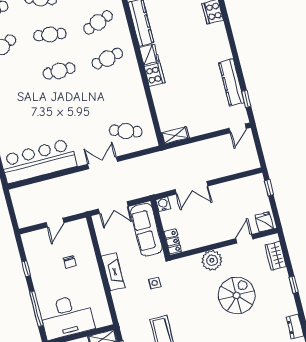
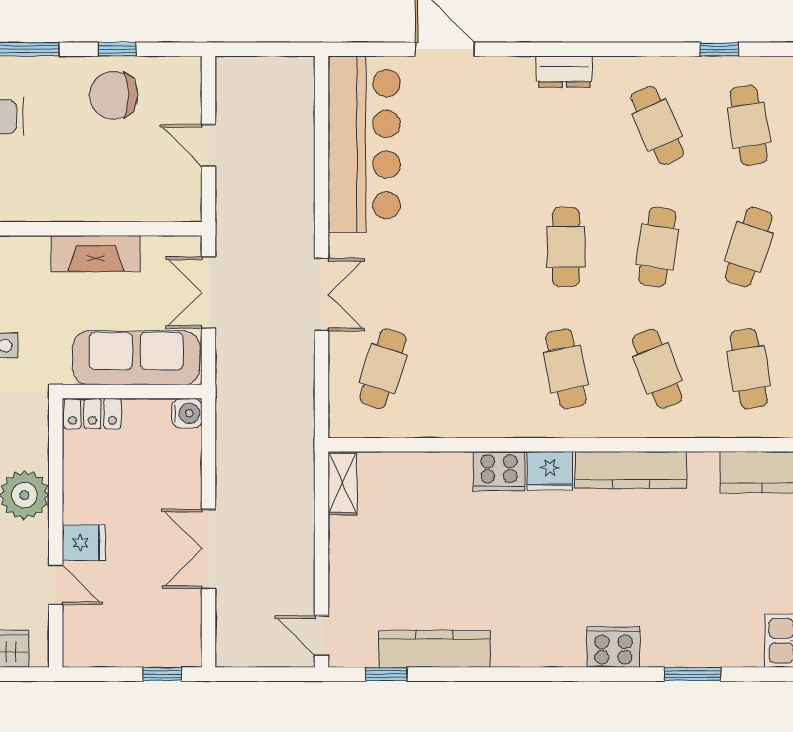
double door: (191, 188) -> (209, 549), moved
fridge: (264, 222) -> (84, 543), moved
chair: (70, 262) -> (114, 95), moved, width x1.87, depth x1.87
fireplace: (113, 272) -> (96, 254), moved

